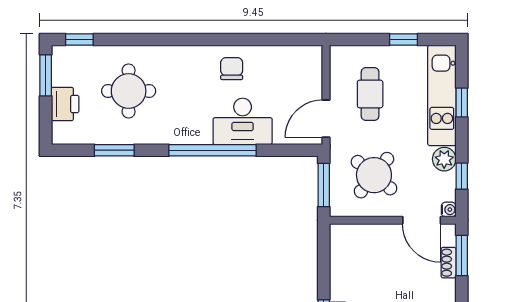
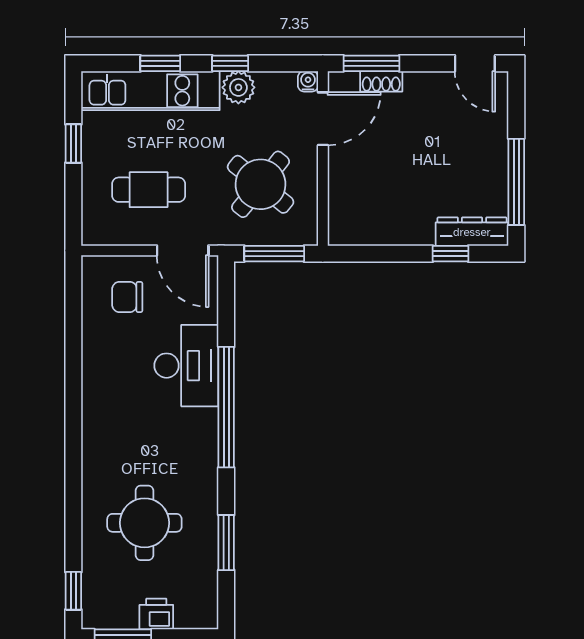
chair: (232, 69) -> (127, 297), moved
printer: (65, 104) -> (156, 614), width x0.73, depth x0.81
window: (462, 176) -> (230, 63), moved

